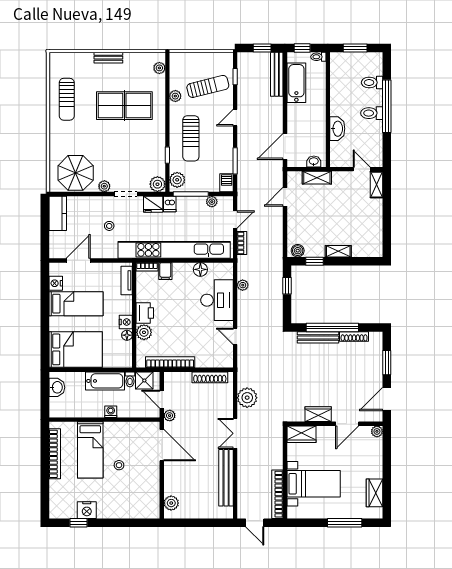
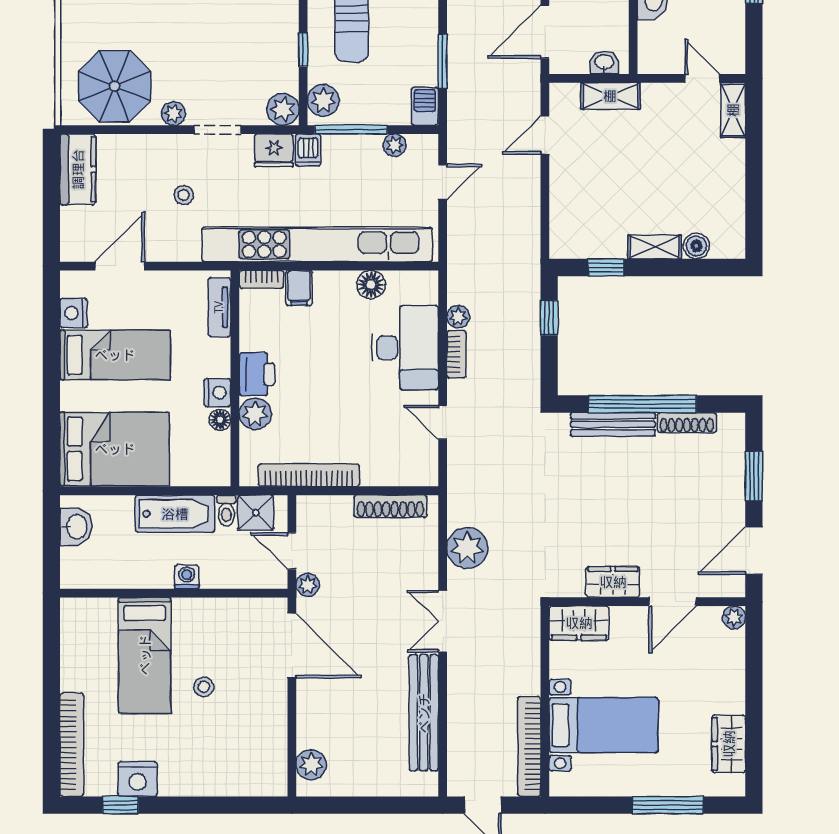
bookcase: (242, 243) -> (456, 354), moved
boiler: (298, 251) -> (696, 246), moved
bookcase: (55, 454) -> (72, 745), moved

